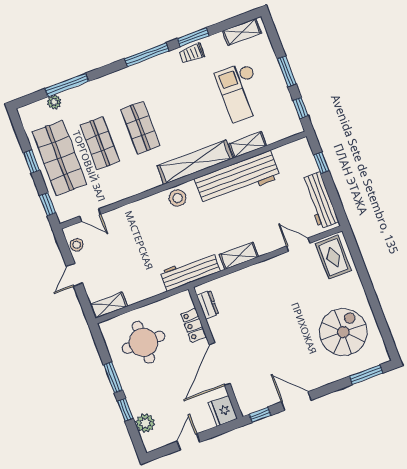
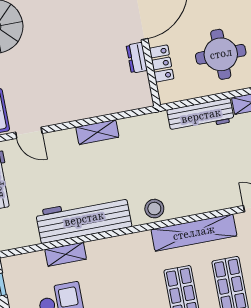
shelving: (195, 162) -> (194, 233), moved
workbench: (190, 271) -> (201, 116), moved
dresser: (208, 305) -> (137, 58), moved

